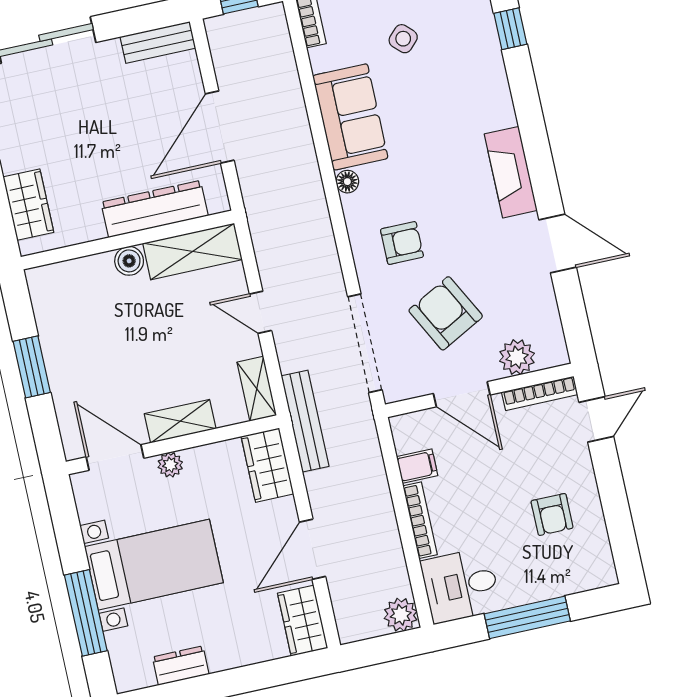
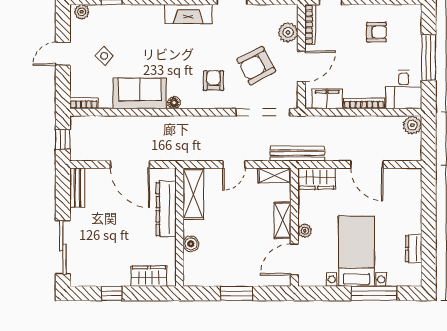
boiler: (129, 261) -> (191, 244), moved
filing cabinet: (417, 466) -> (327, 99), width x2.00
wardrobe: (303, 621) -> (404, 178), removed

